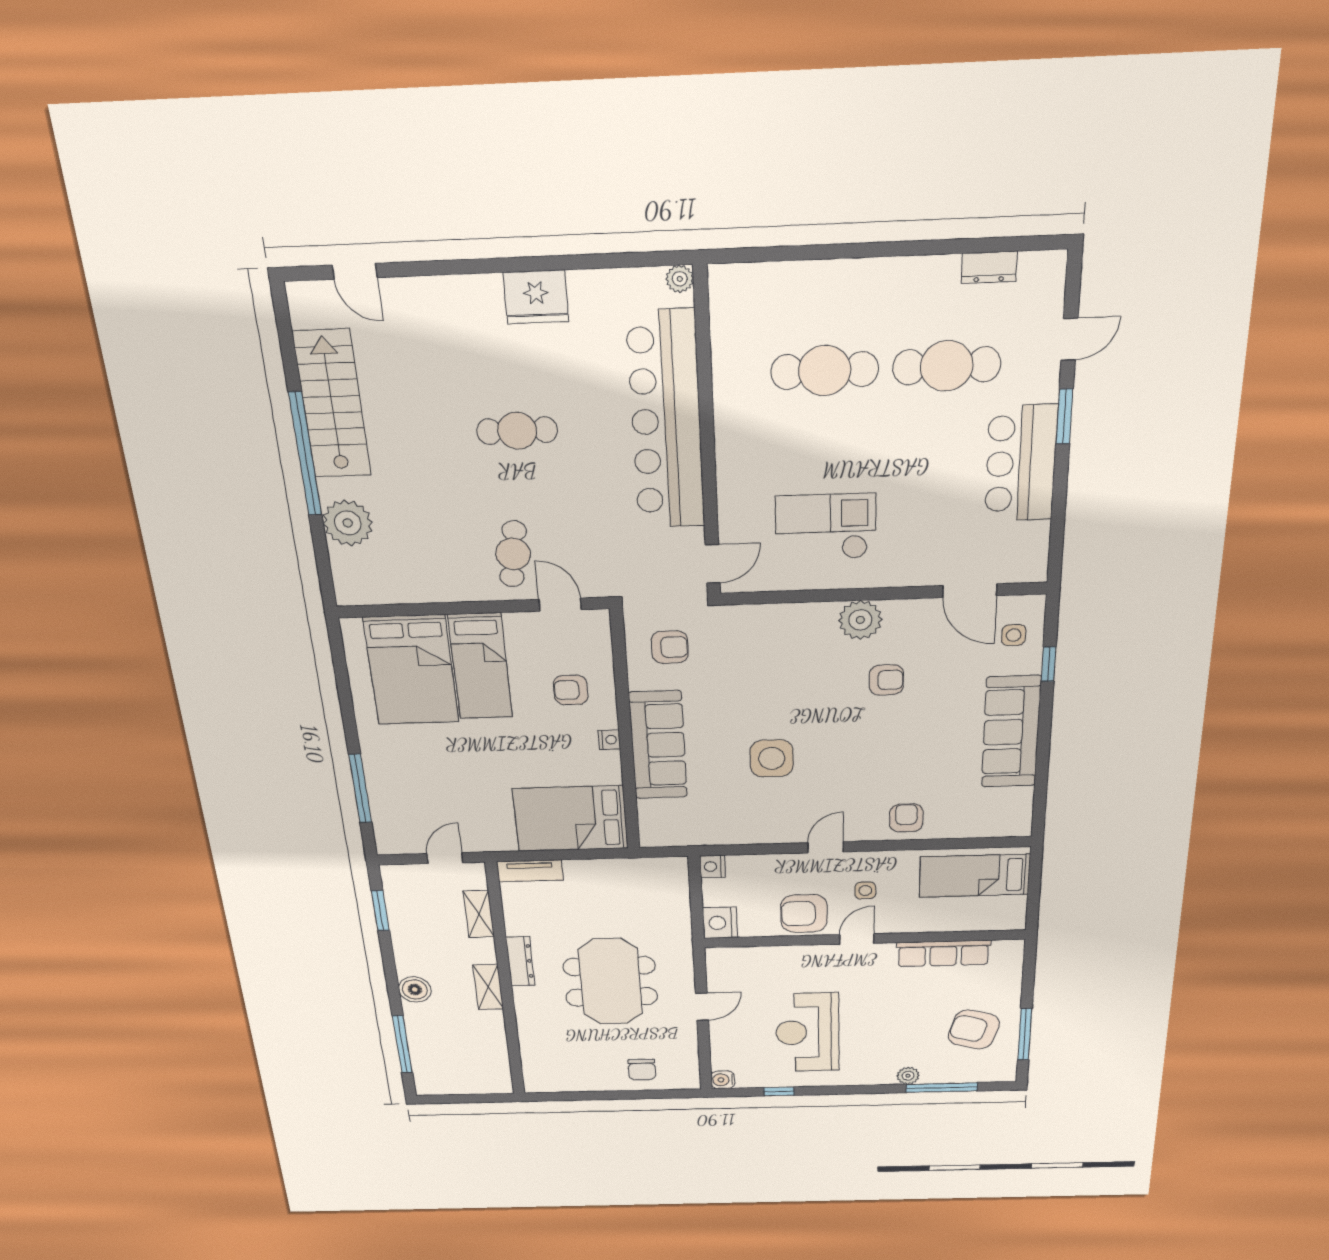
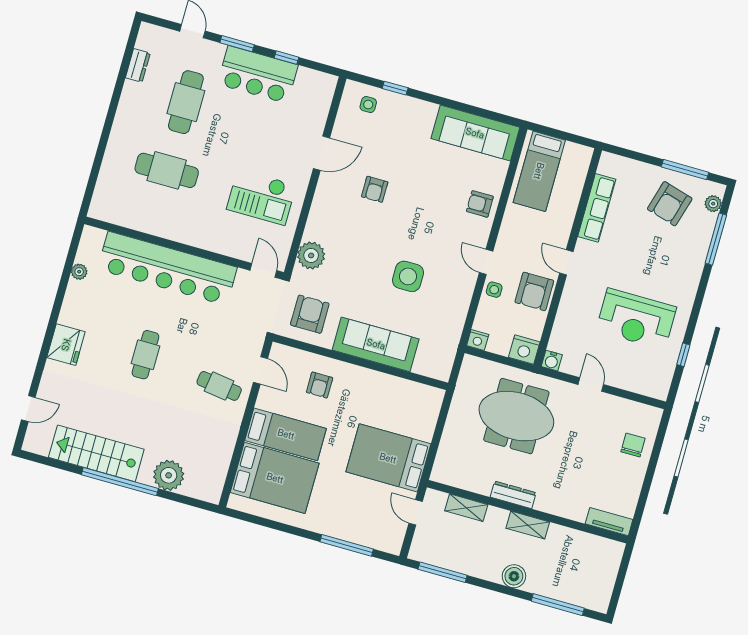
plant: (680, 279) -> (79, 272), moved
fridge: (536, 297) -> (66, 345), moved
cafe table: (825, 371) -> (167, 170), turned 90
window: (1059, 498) -> (287, 58), added
checkout: (826, 527) -> (261, 197), turned -90
door: (970, 591) -> (321, 153), moved
door: (560, 605) -> (260, 370), swing flipped
plant: (860, 620) -> (311, 255), moved
armchair: (670, 647) -> (310, 314), width x1.38, depth x1.38
armchair: (886, 680) -> (375, 189), turned 180
sofa: (1011, 732) -> (475, 133), moved
nightstand: (609, 740) -> (362, 374), removed
bed: (571, 819) -> (388, 458), moved, turned 90
tv unit: (530, 871) -> (609, 522), moved, turned -90
side table: (865, 890) -> (494, 290), moved
window: (380, 910) -> (443, 572), width x1.44
meeting table: (610, 982) -> (516, 416), moved
chair: (642, 1070) -> (633, 445), turned -90
plant: (908, 1076) -> (713, 204), moved
water cooler: (723, 1080) -> (552, 361), moved

